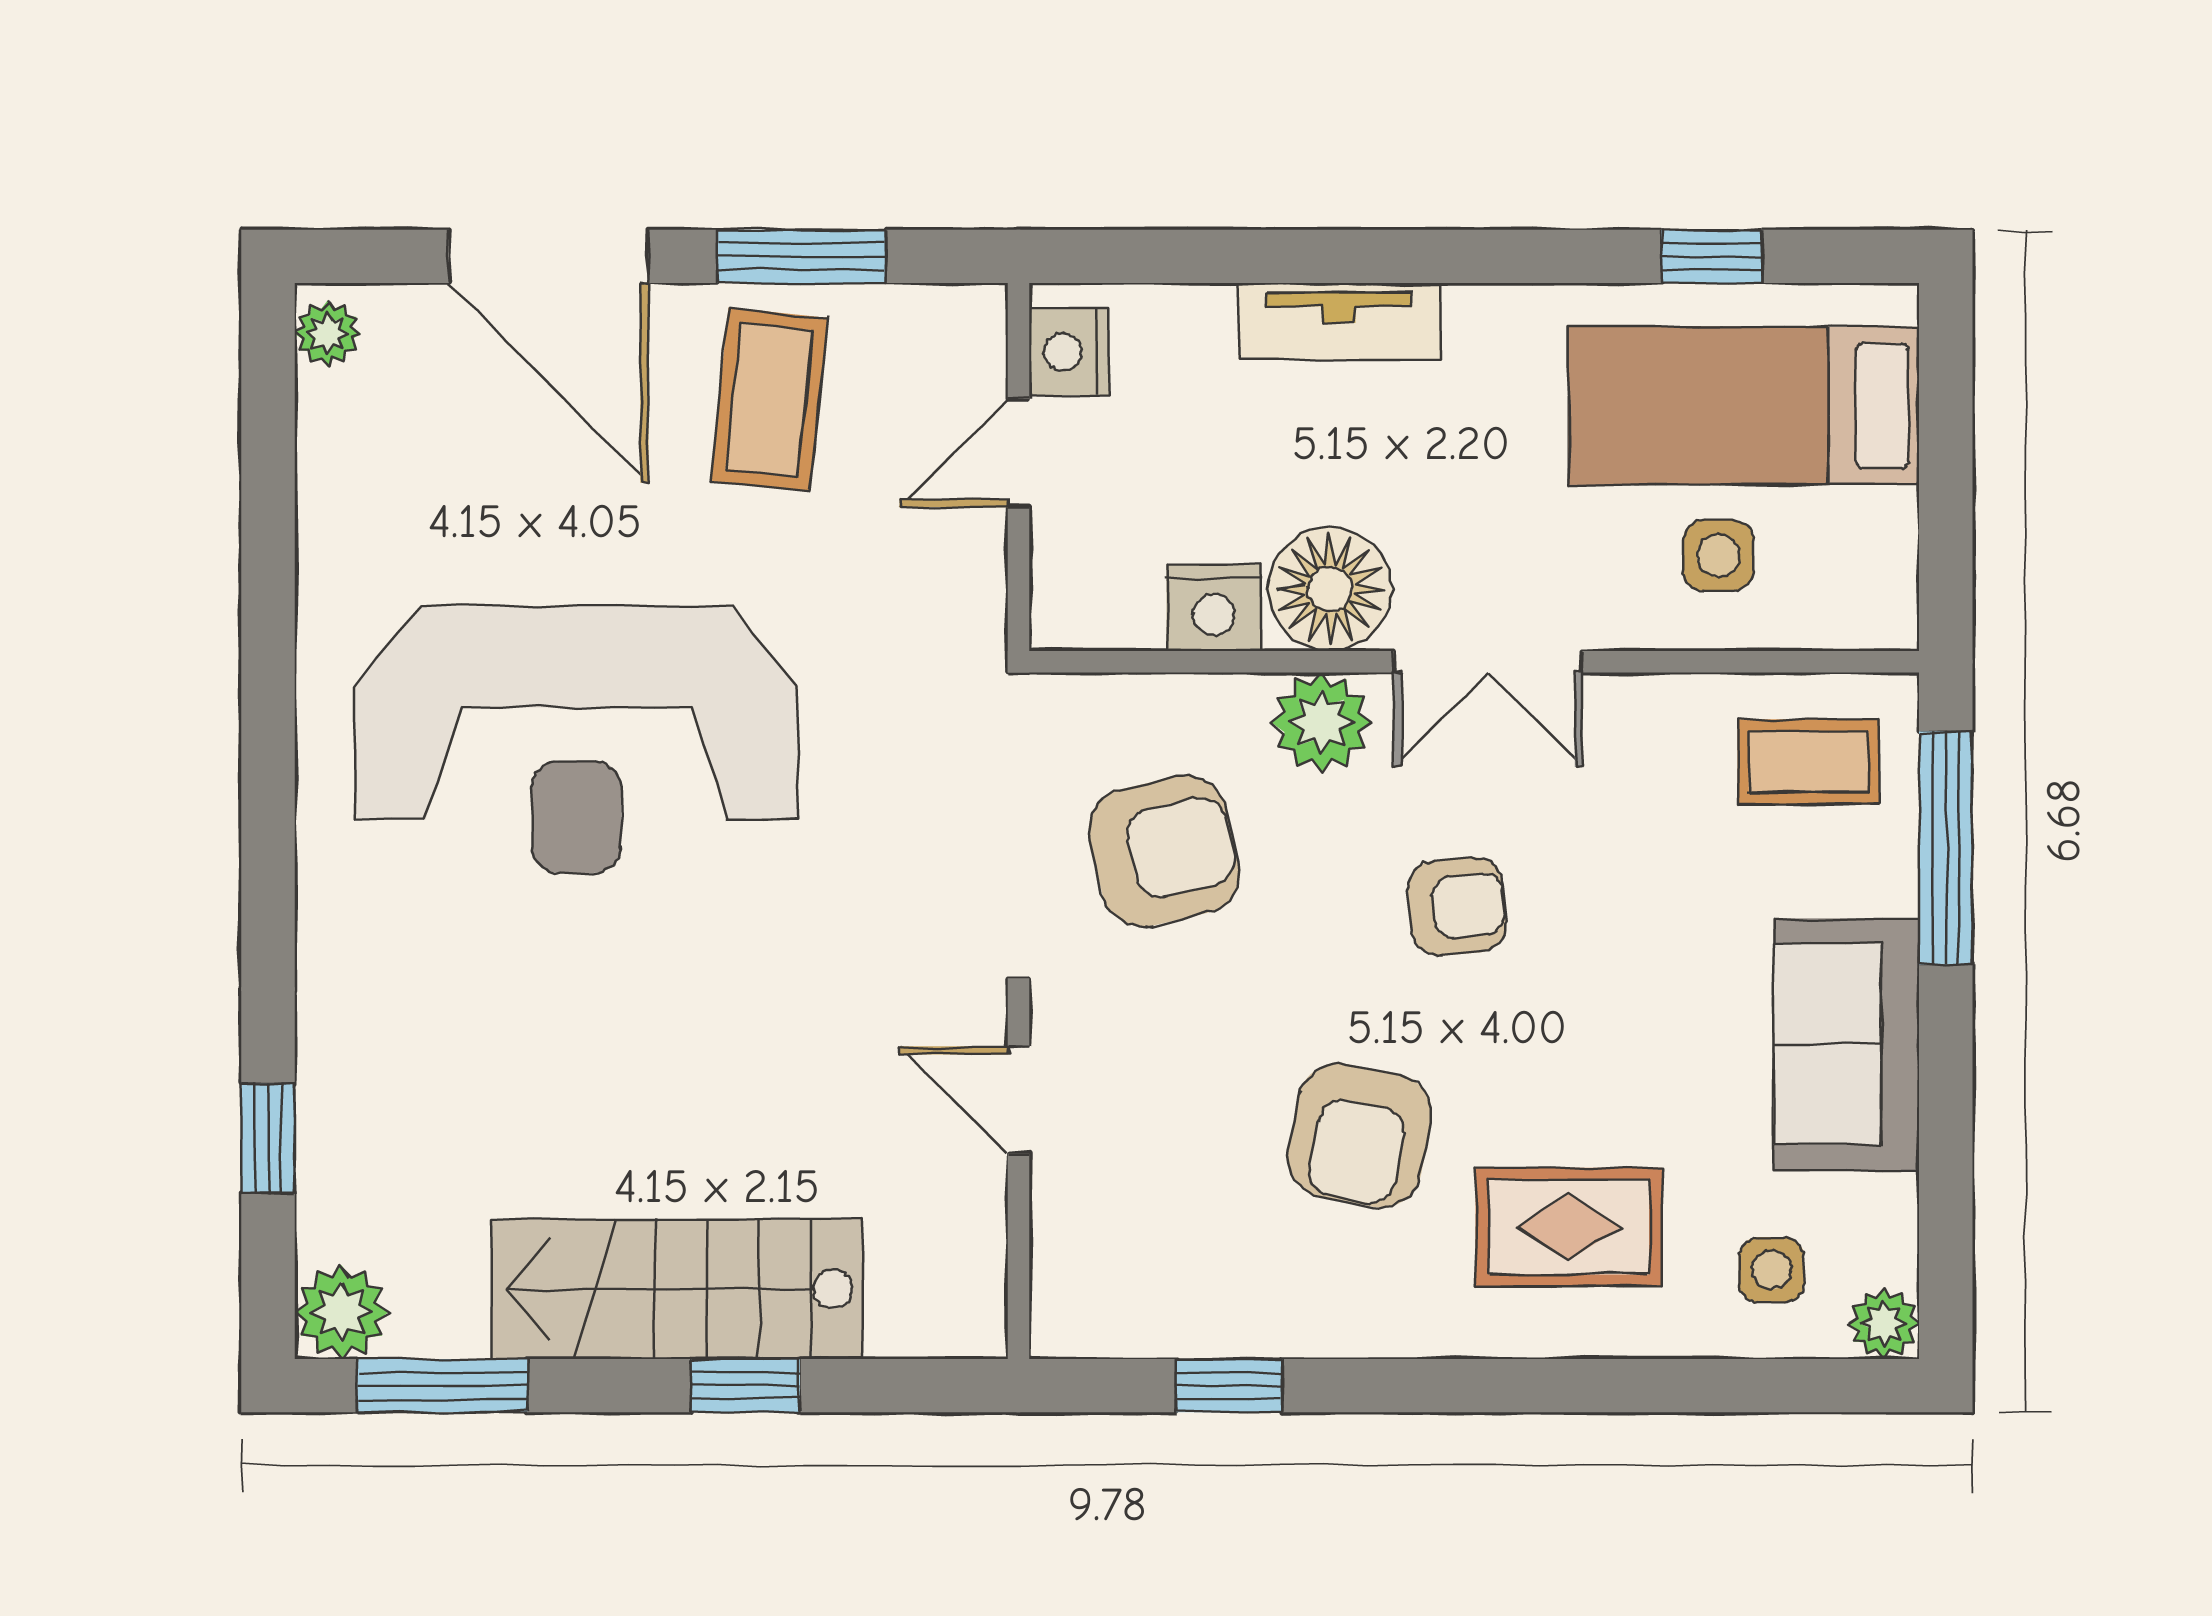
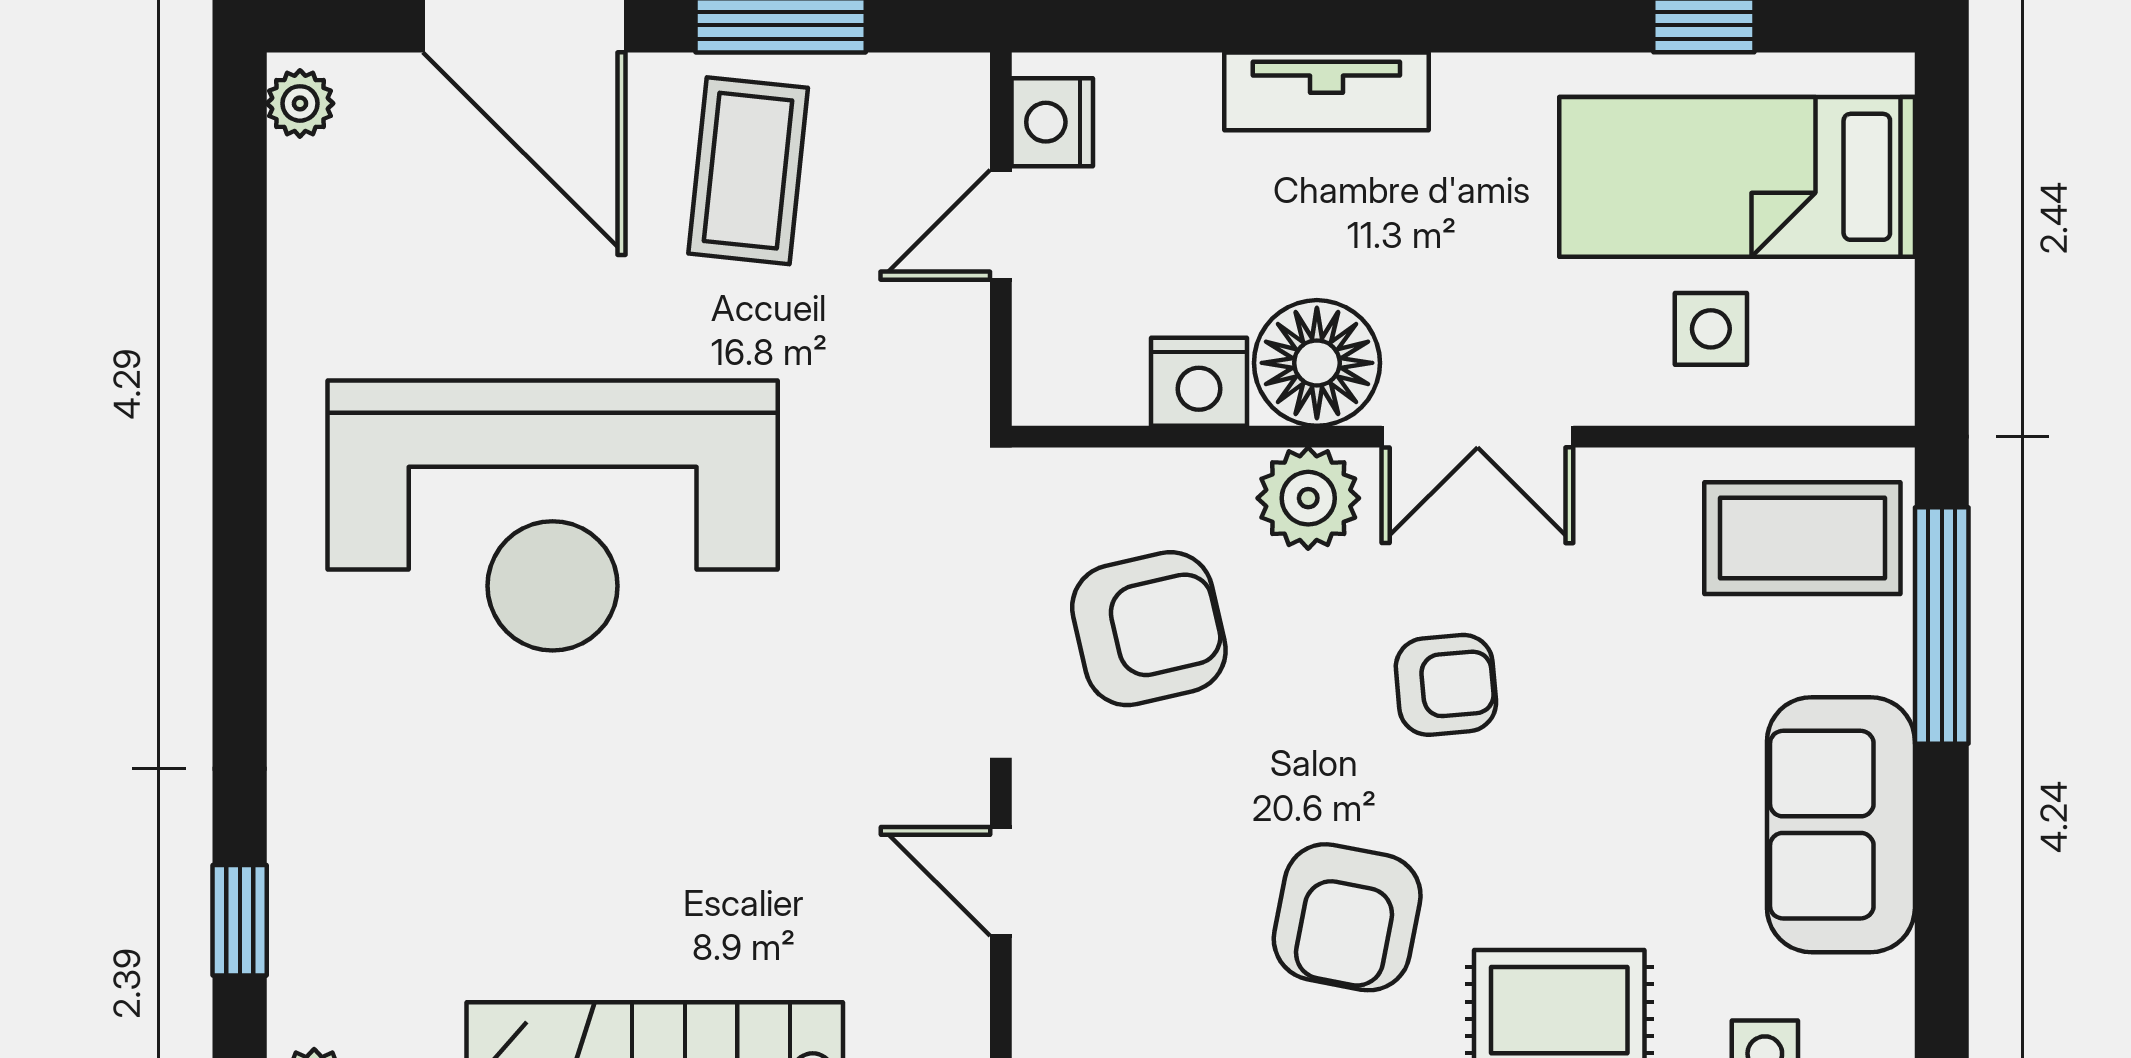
coffee table: (1808, 762) -> (1802, 538), width x1.36, depth x1.30

